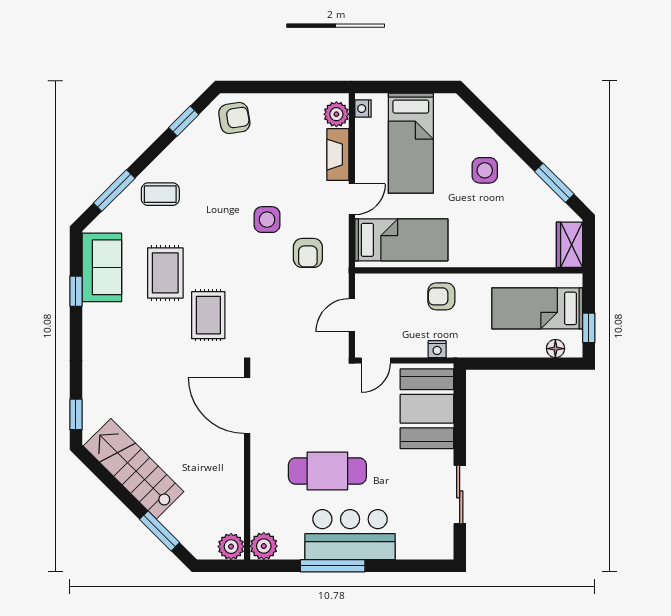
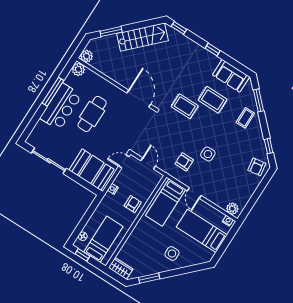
fireplace: (338, 155) -> (216, 199), removed
window: (76, 291) -> (213, 49), moved
door: (376, 360) -> (124, 161), hinge flipped
door: (247, 405) -> (139, 99), hinge flipped
sliding door: (460, 494) -> (49, 161), width x1.37

